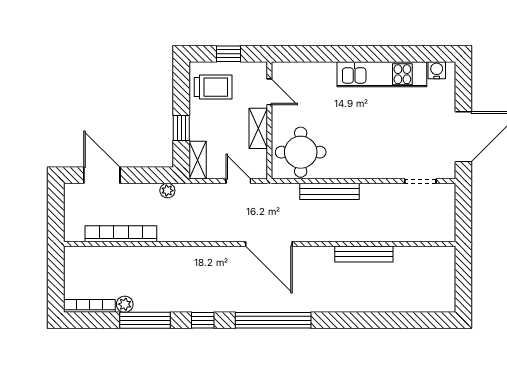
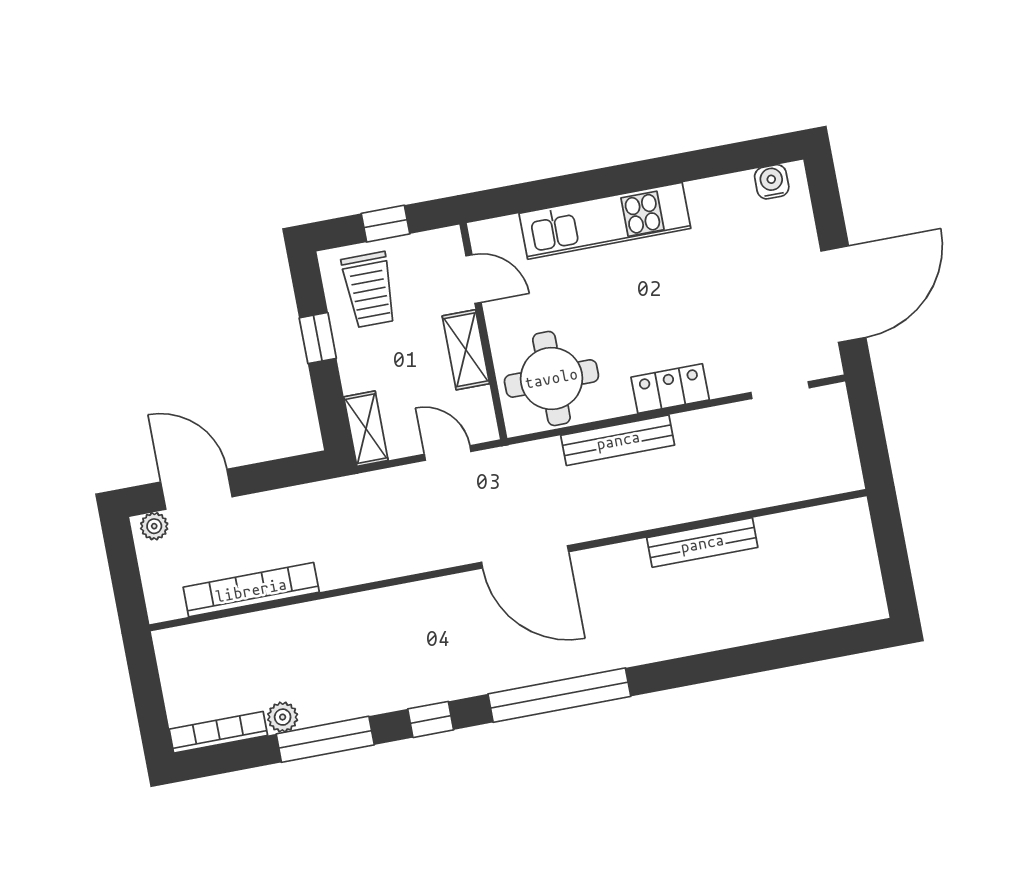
kitchen unit: (382, 74) -> (605, 221), moved
trolley: (213, 87) -> (369, 290), turned 90
window: (181, 128) -> (318, 338), moved
locker: (362, 169) -> (670, 388), added
plant: (167, 191) -> (154, 526), moved

